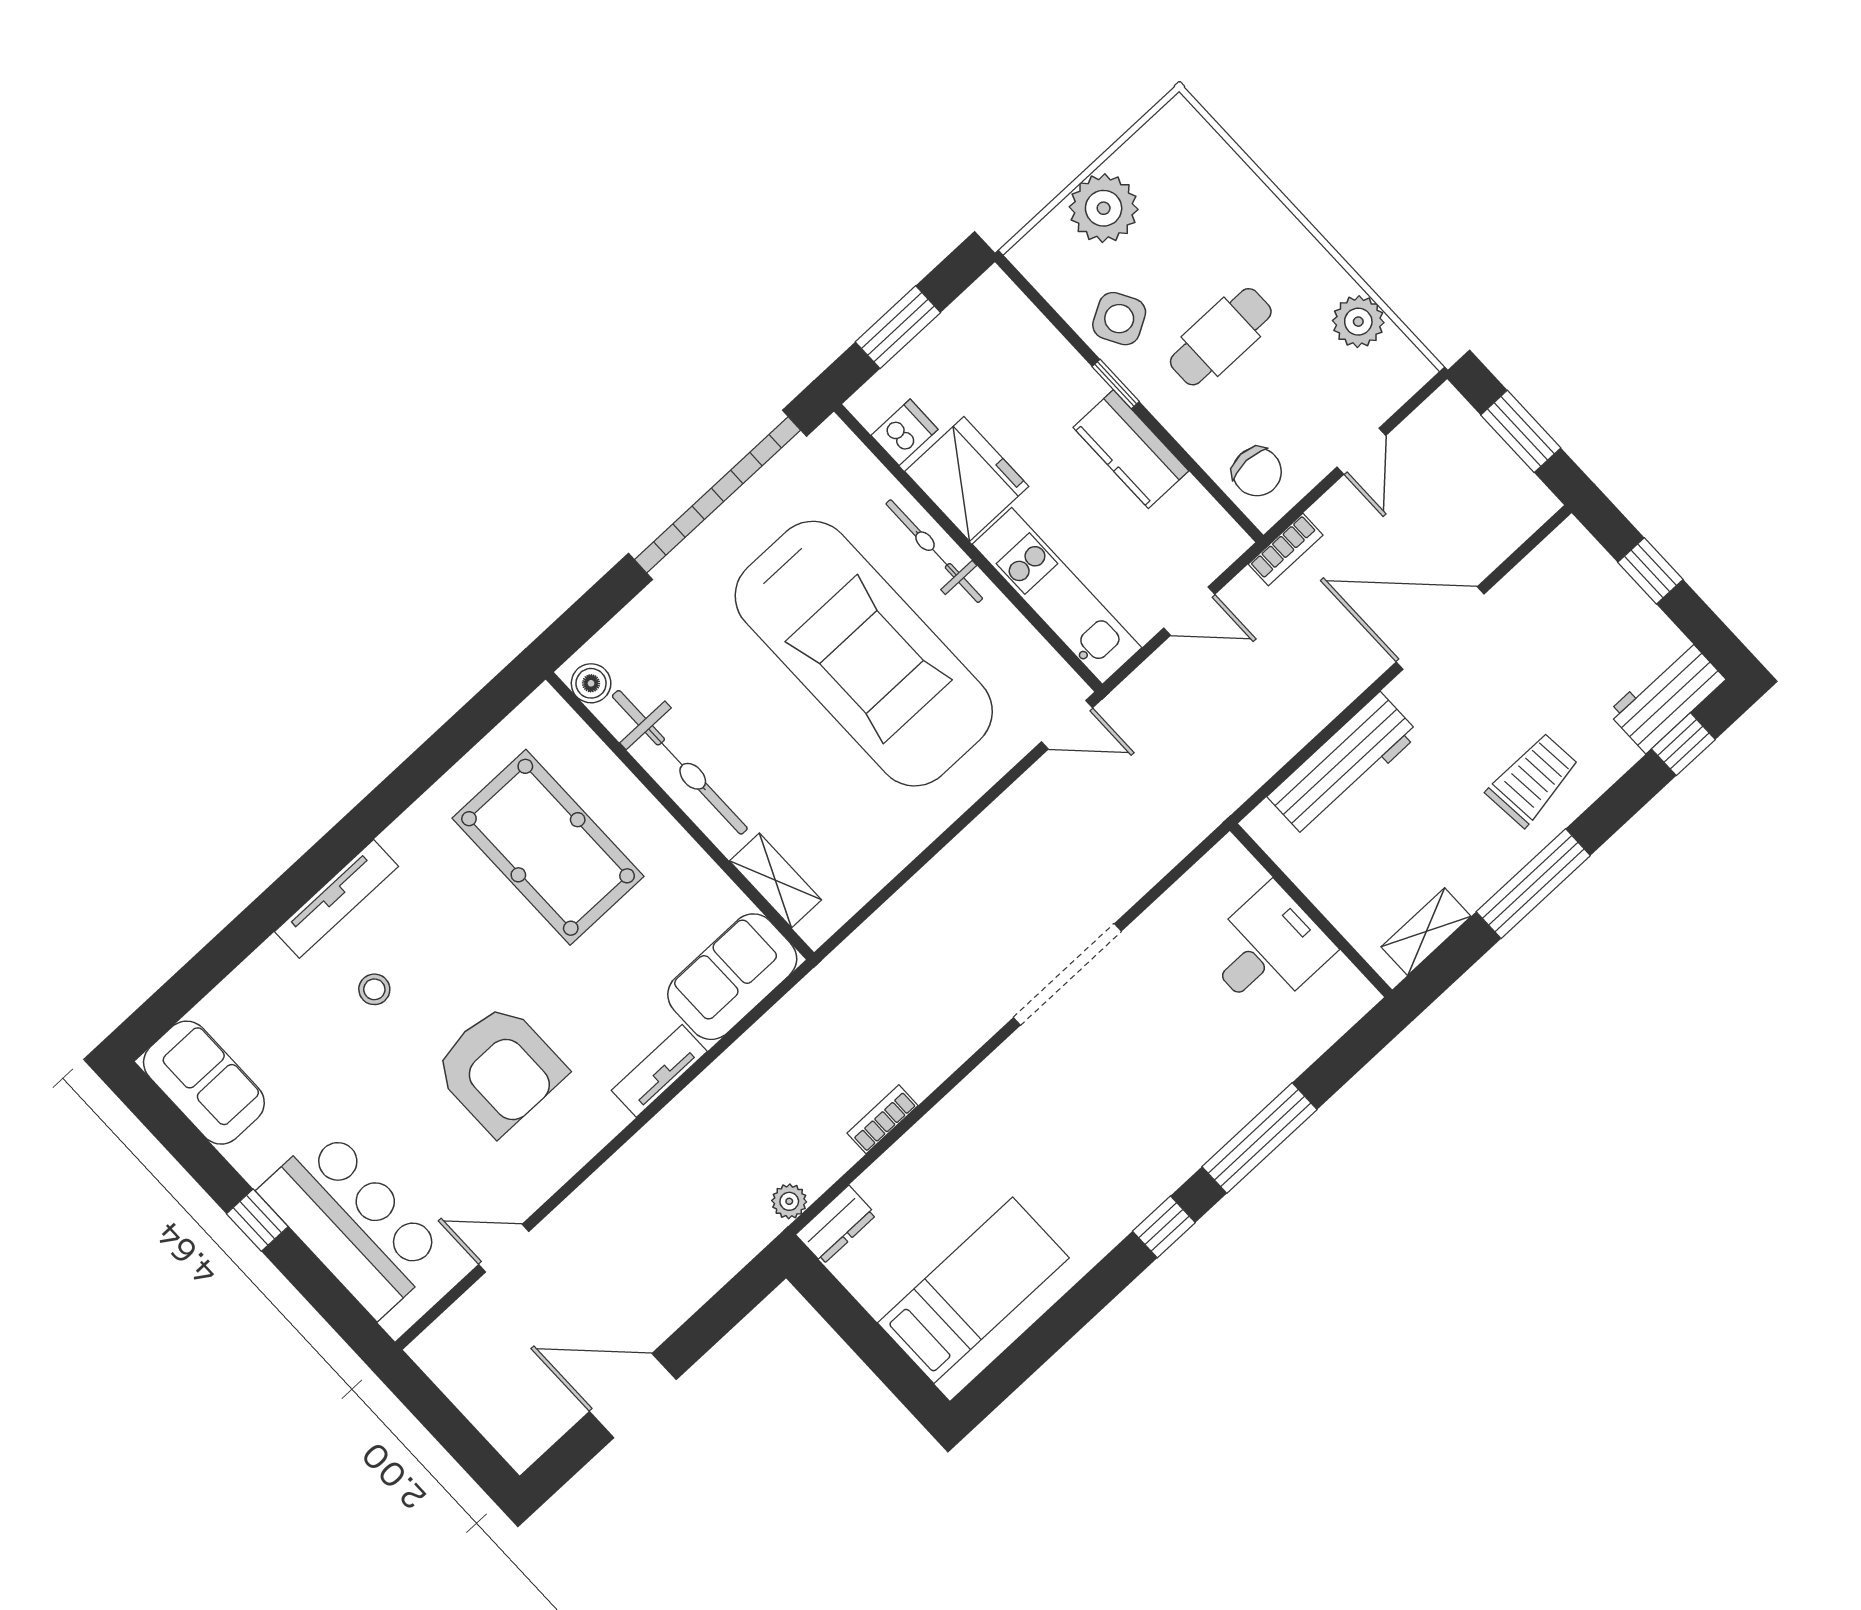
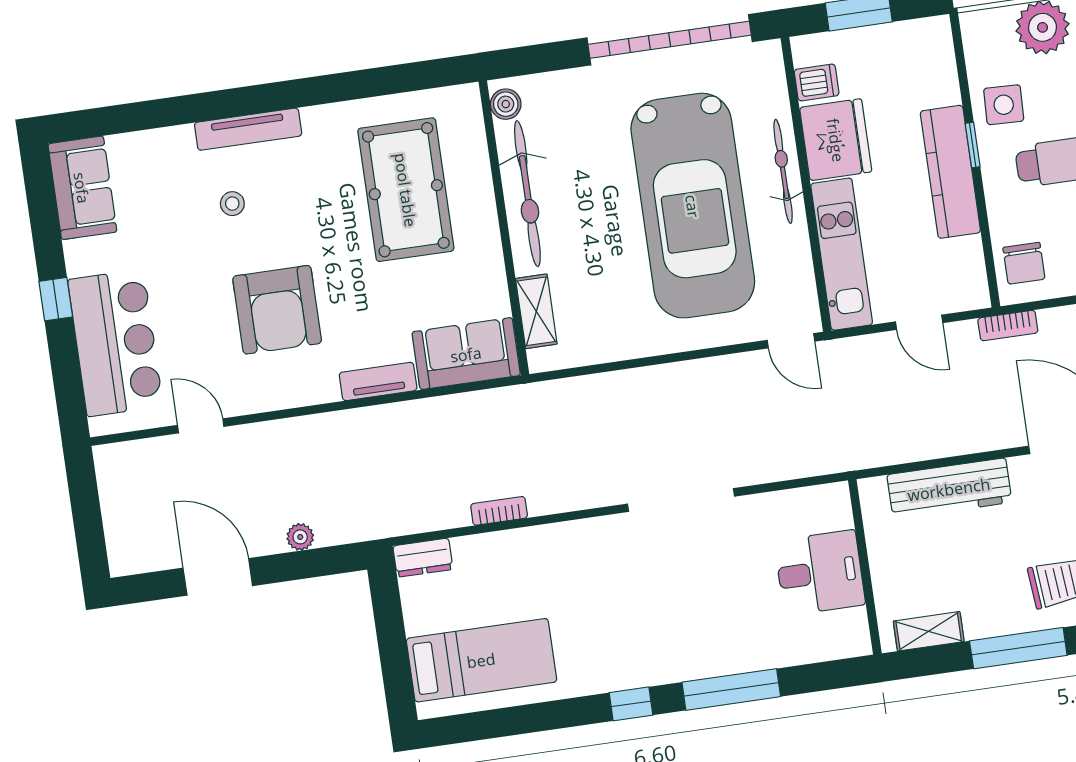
side table: (1119, 319) -> (1004, 105), turned 31
kitchen counter: (1131, 449) -> (950, 172), width x1.50
plant: (789, 1201) -> (300, 537), moved

